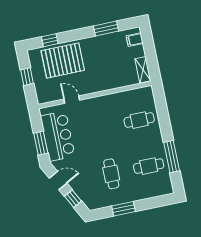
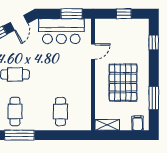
pallet: (63, 61) -> (123, 83), moved
window: (41, 143) -> (72, 14), moved

